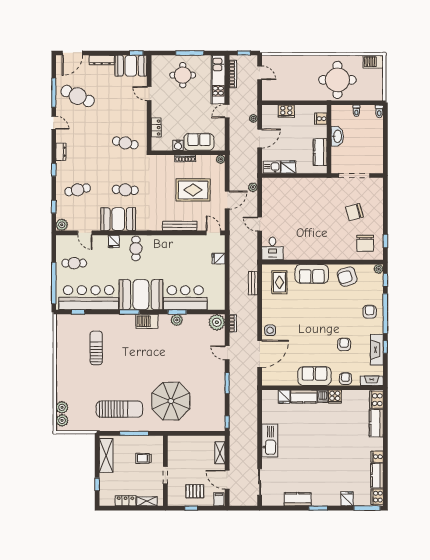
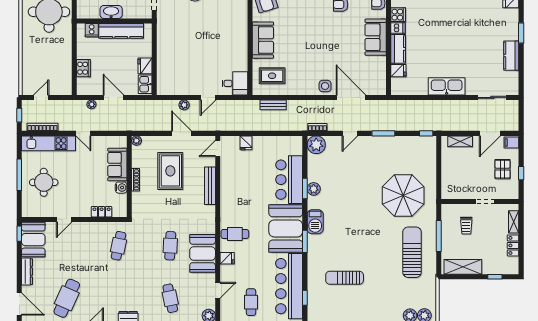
kitchen counter: (320, 152) -> (121, 31), width x1.50
plant: (253, 187) -> (184, 105), moved

